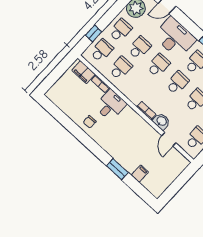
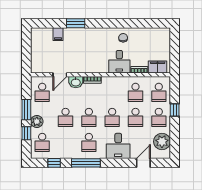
window: (94, 33) -> (175, 110), moved
desk: (175, 38) -> (118, 146), width x0.73
door: (169, 139) -> (60, 75), swing flipped

